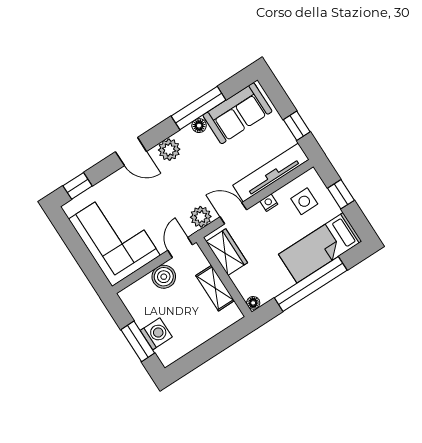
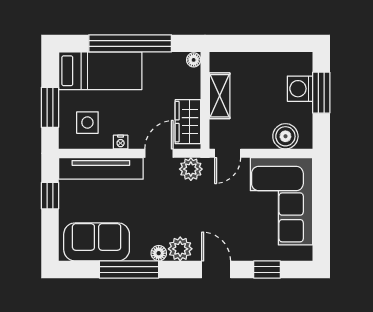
floor lamp: (199, 126) -> (159, 253), moved
window: (78, 186) -> (267, 269), moved
window: (341, 194) -> (50, 107), width x1.50
door: (233, 213) -> (159, 153), swing flipped
boiler: (164, 277) -> (285, 136), moved

